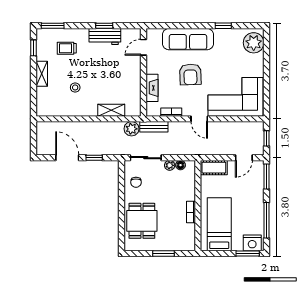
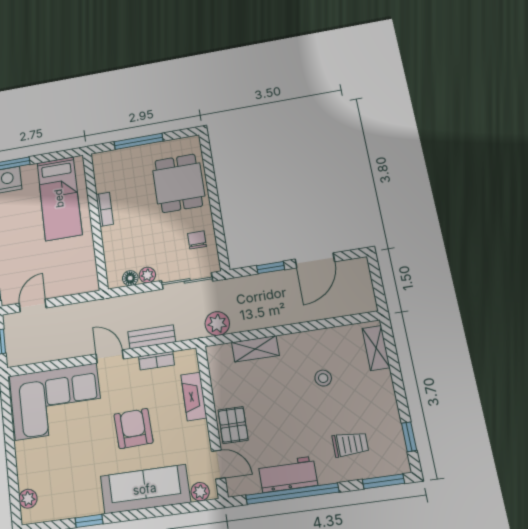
window: (104, 26) -> (292, 494), width x3.17
plant: (156, 34) -> (200, 492), added
plant: (254, 43) -> (28, 499), width x0.53, depth x0.53
door: (144, 47) -> (218, 464), hinge flipped
pallet: (132, 68) -> (233, 425), added
shelving: (42, 74) -> (376, 348), moved
bench: (154, 127) -> (152, 337), moved
door: (67, 158) -> (315, 260), hinge flipped
cot: (214, 168) -> (78, 283), removed
window: (163, 253) -> (139, 141), width x1.44

